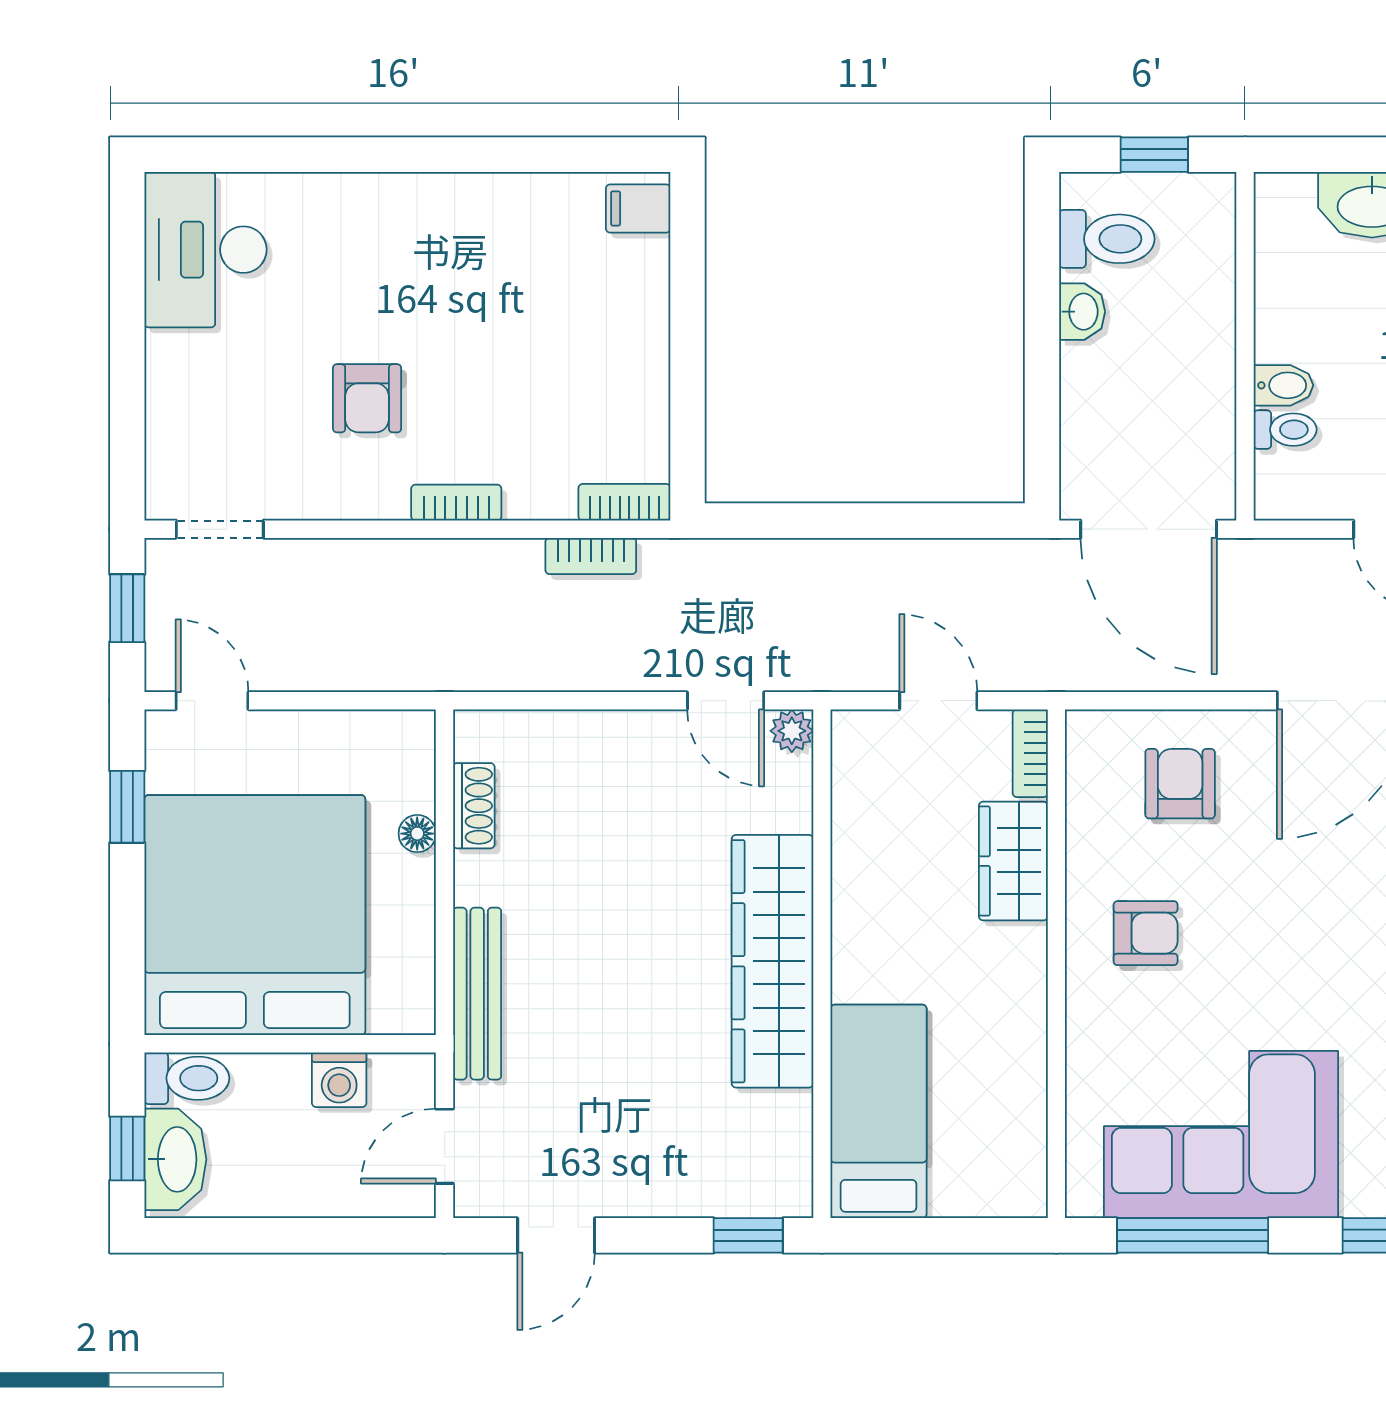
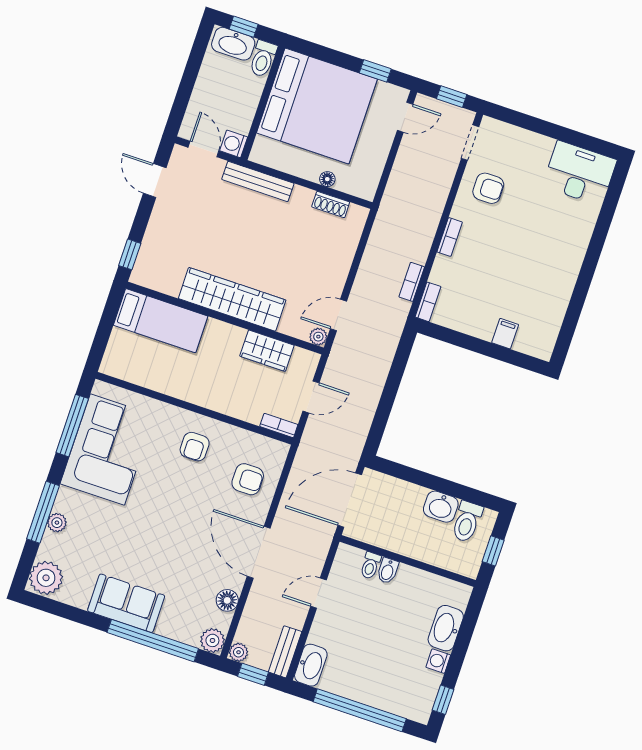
filing cabinet: (638, 208) -> (505, 334), moved
washbasin: (1082, 312) -> (441, 507), width x1.38, depth x1.45
armchair: (367, 398) -> (488, 188), moved, turned 180
wardrobe: (1013, 861) -> (267, 351), moved, turned 180
washing machine: (339, 1080) -> (234, 144), moved

